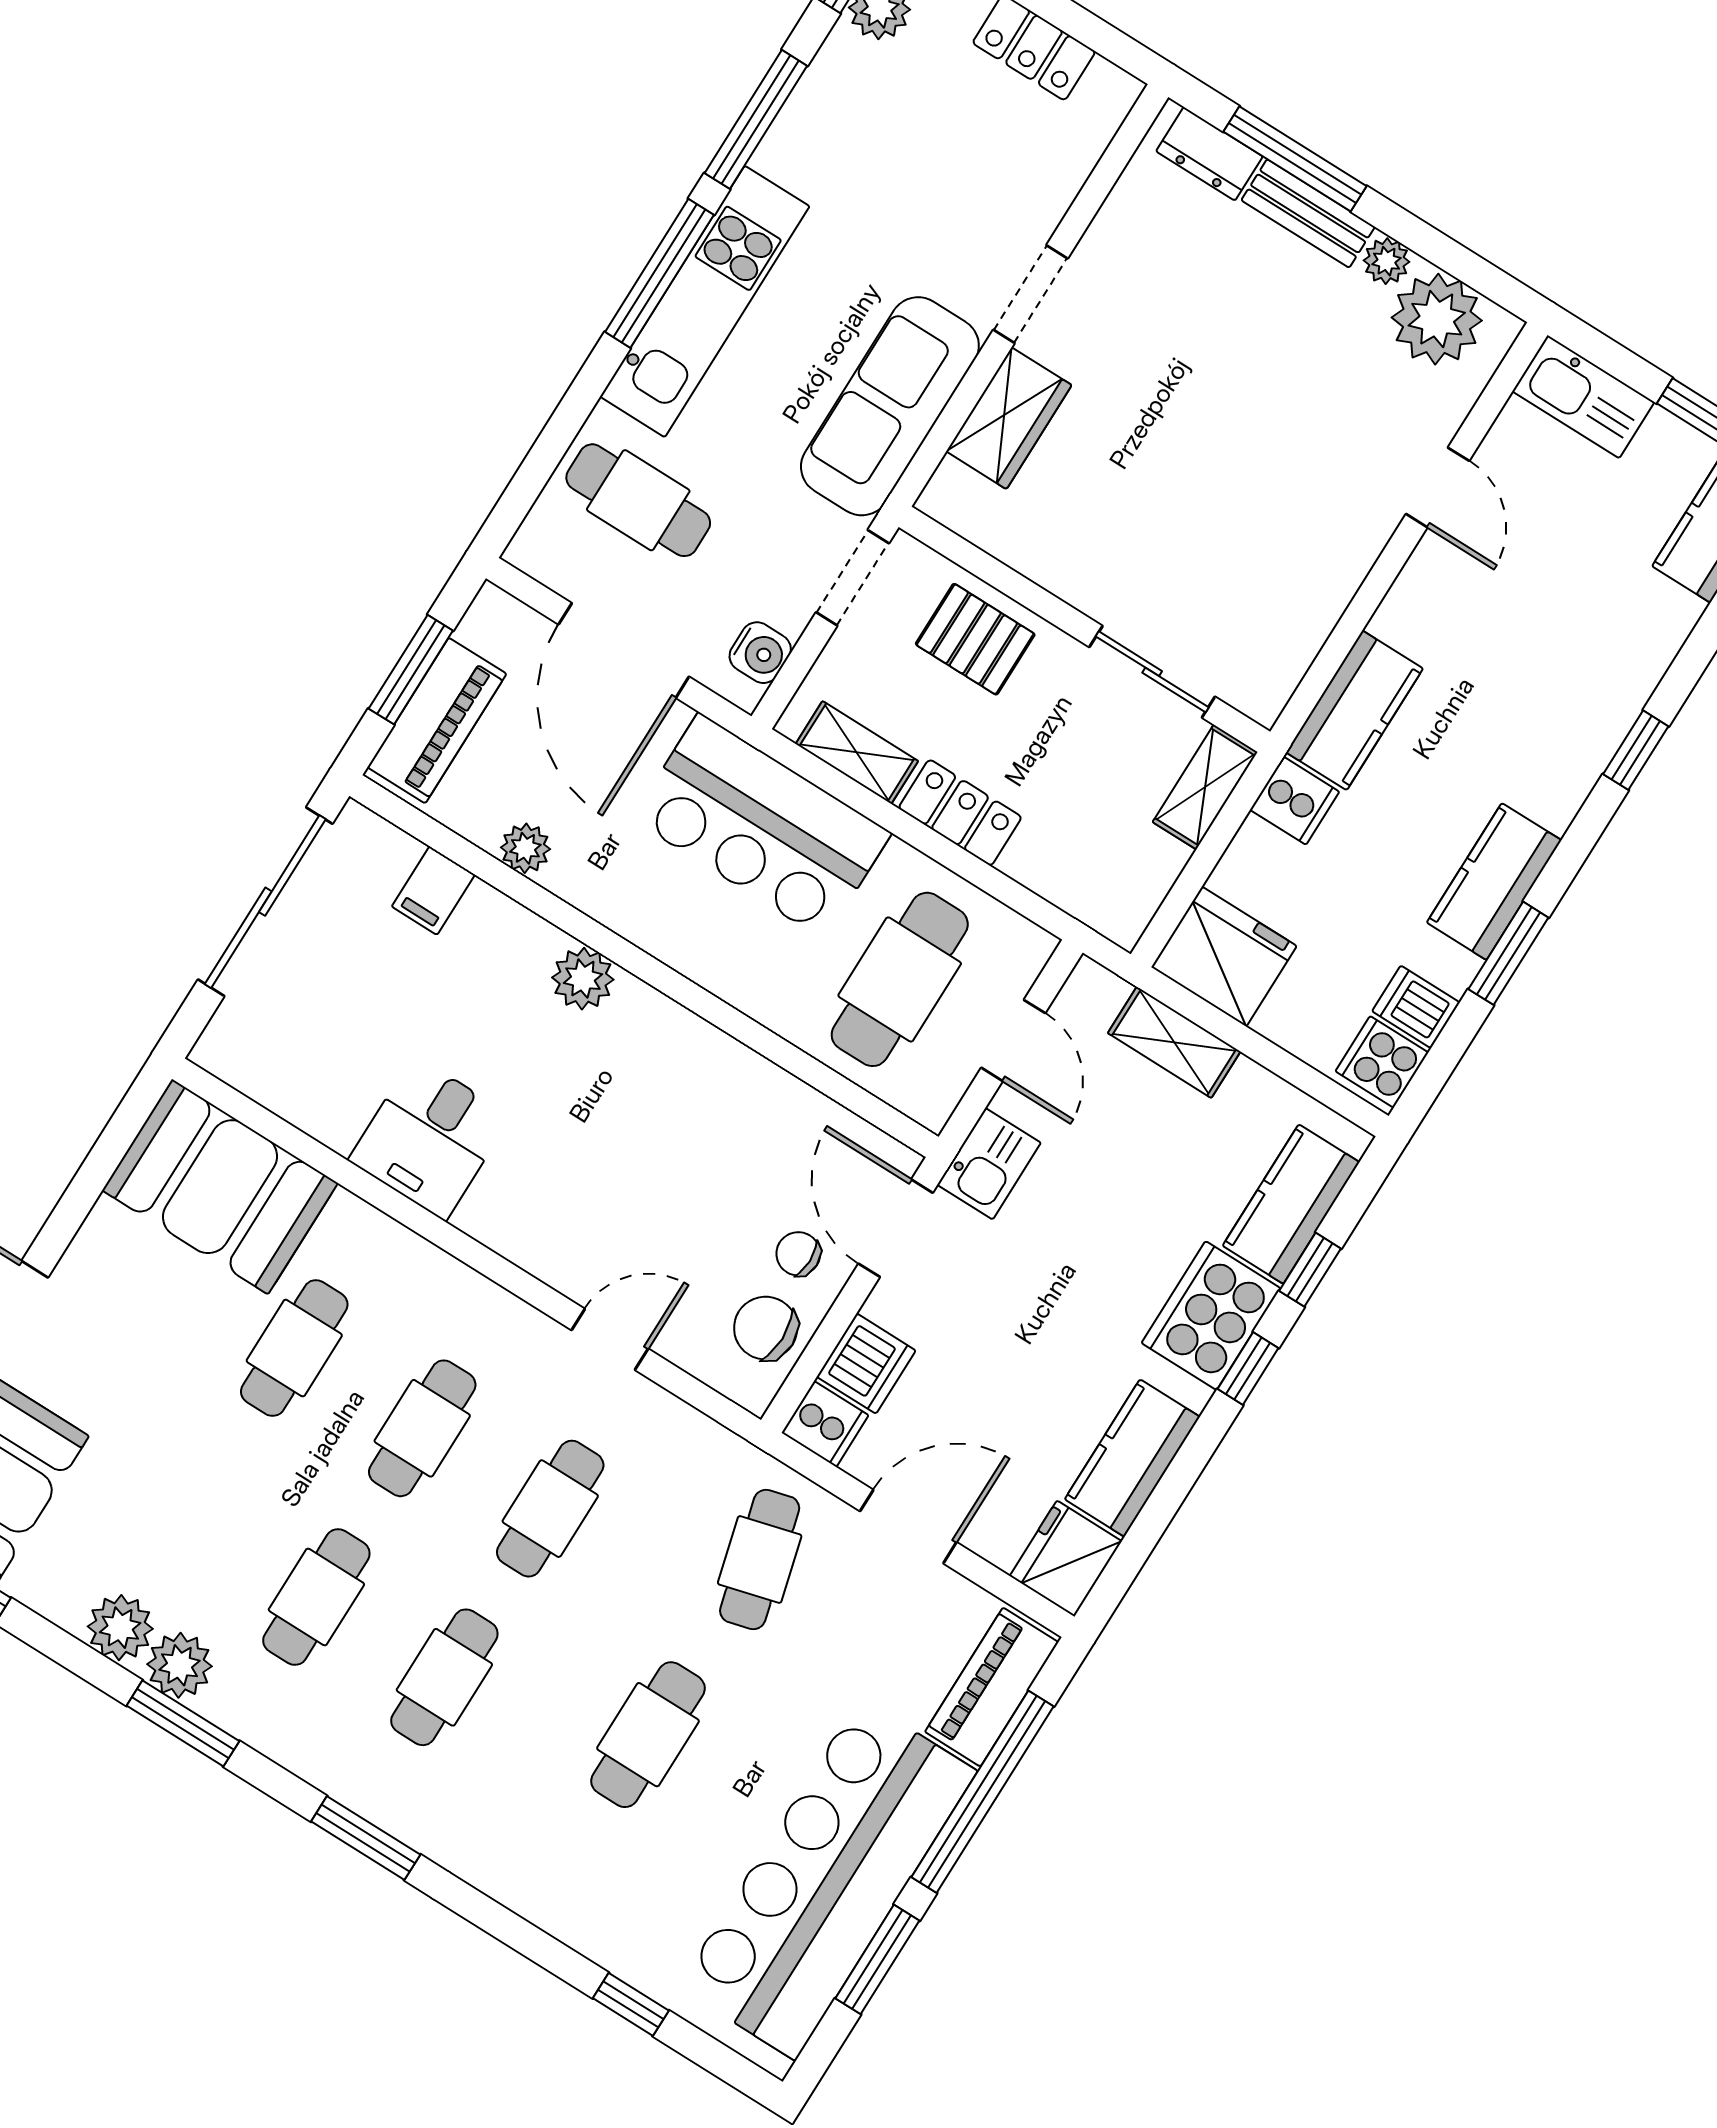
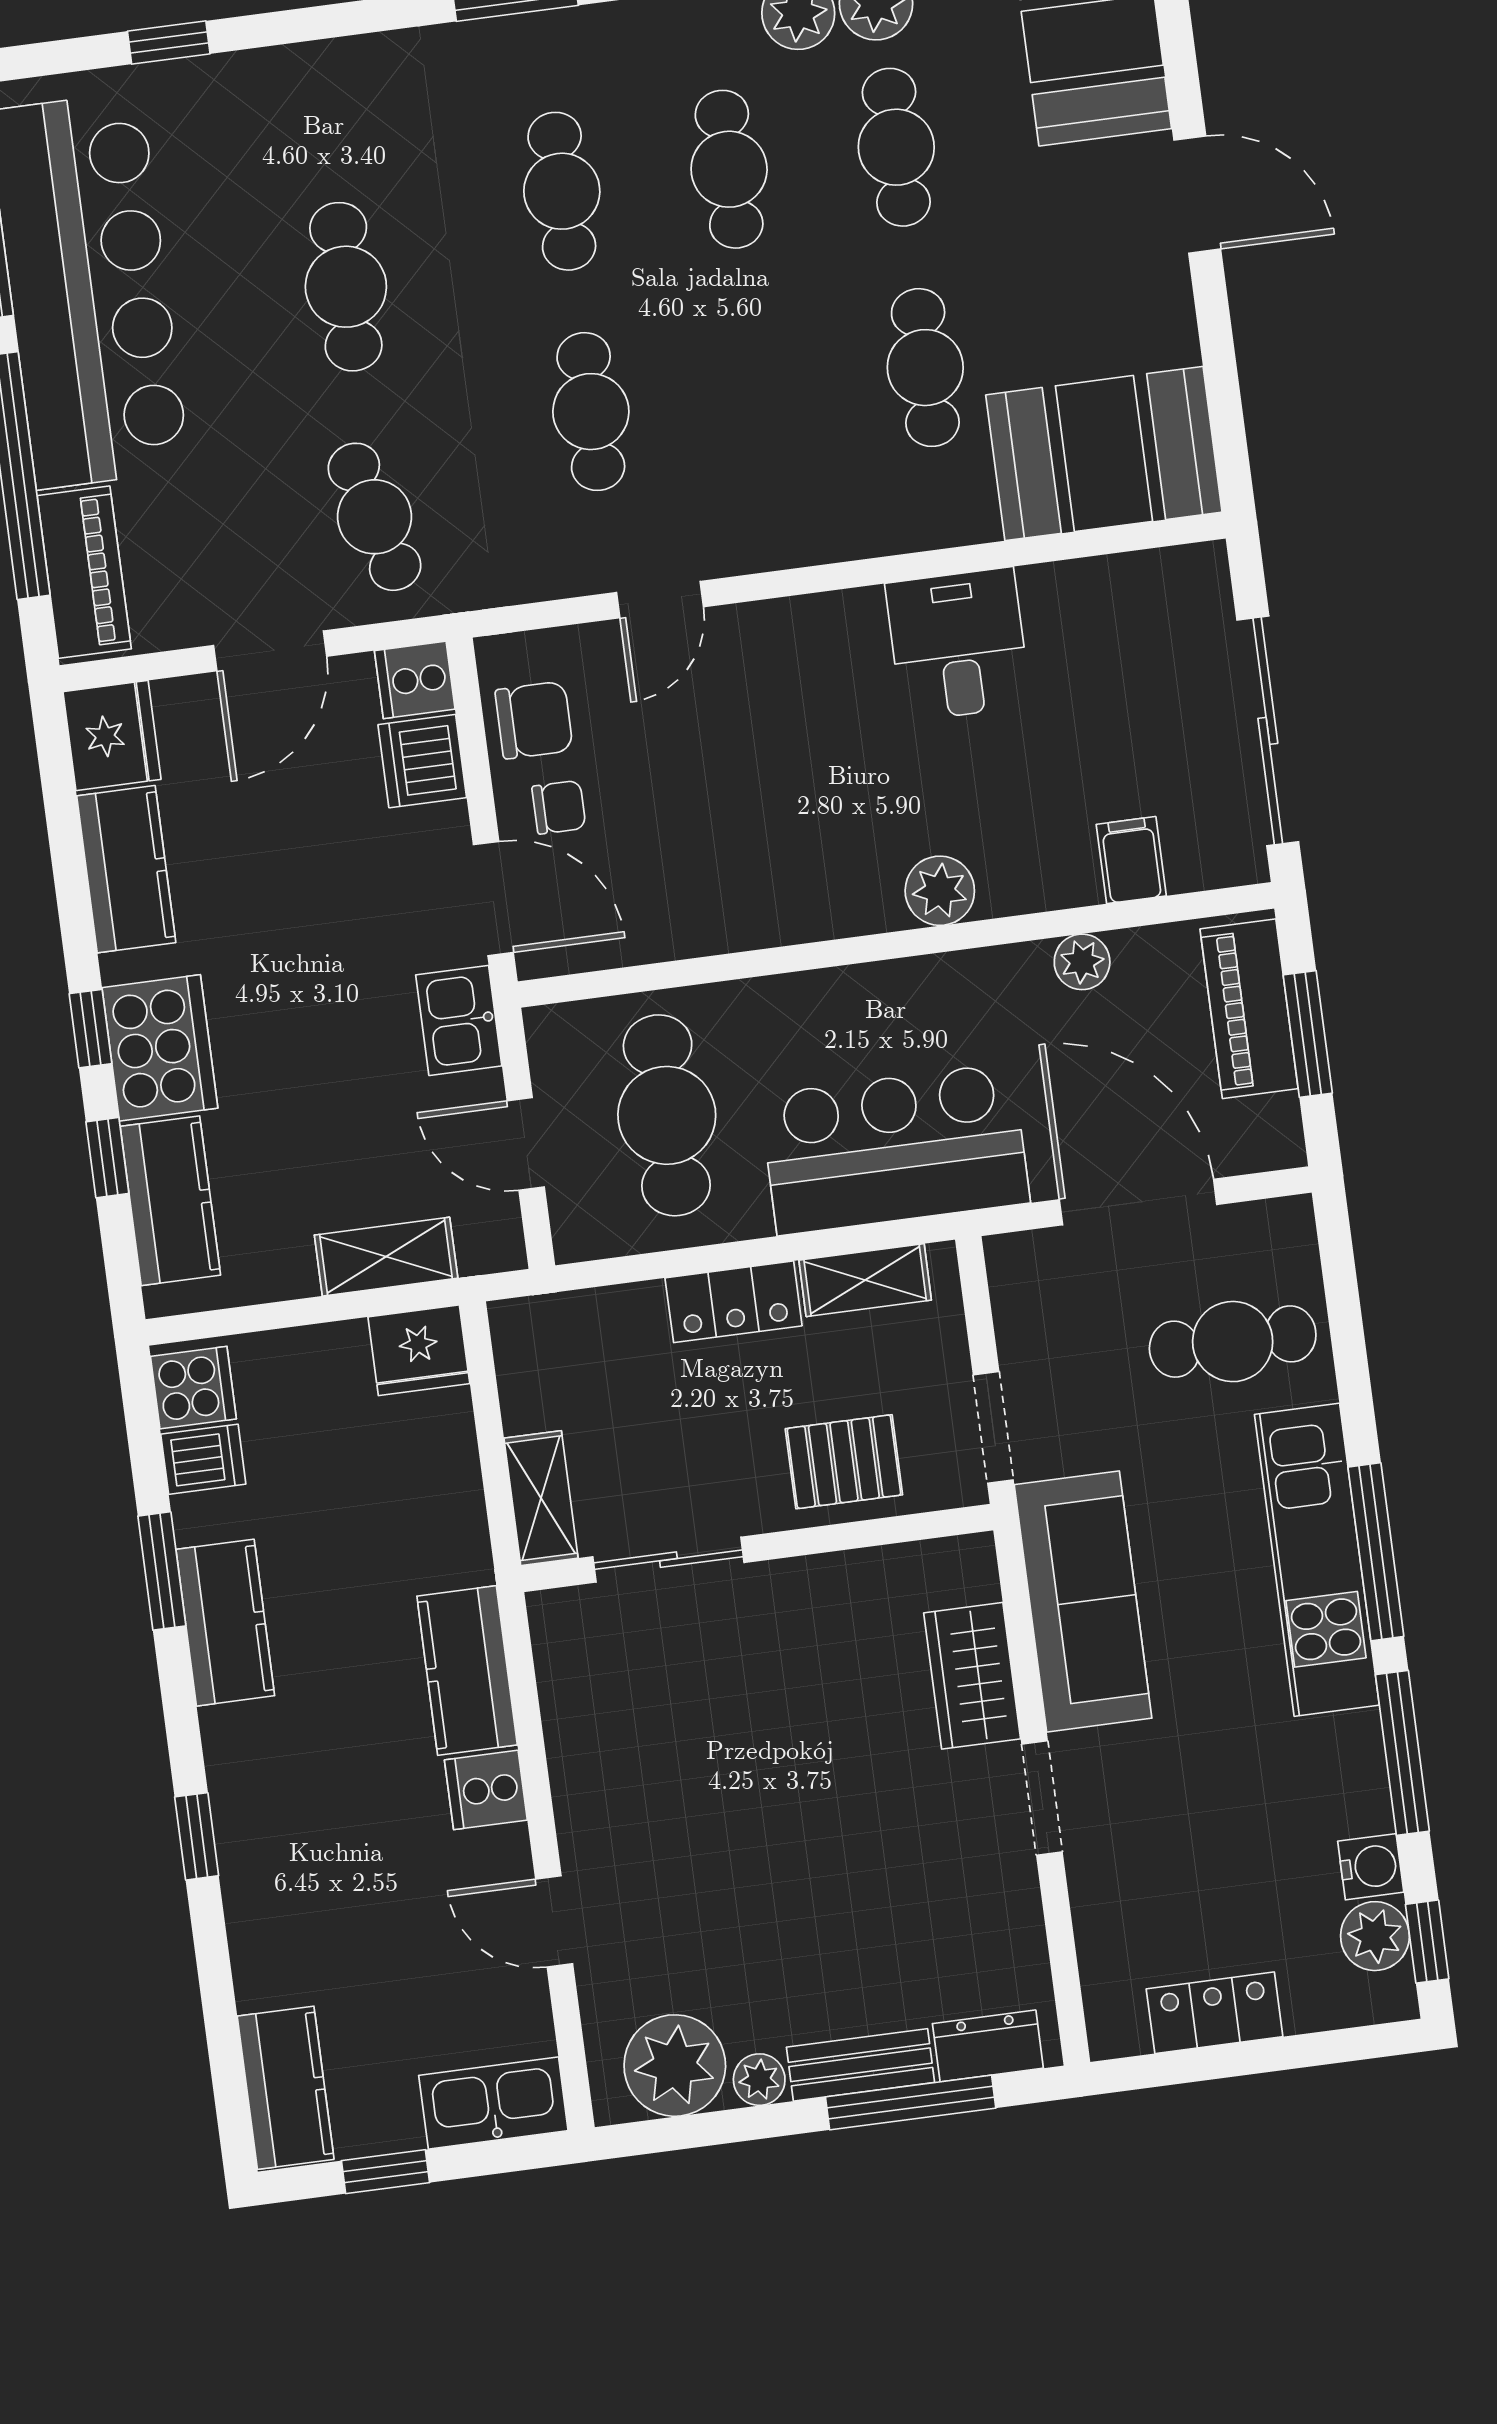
water cooler: (760, 653) -> (1371, 1867), moved, turned 180
cooker: (1295, 801) -> (486, 1790), moved
fridge: (1224, 957) -> (419, 1350), width x0.73, depth x0.75
cafe table: (422, 1428) -> (896, 147), moved

